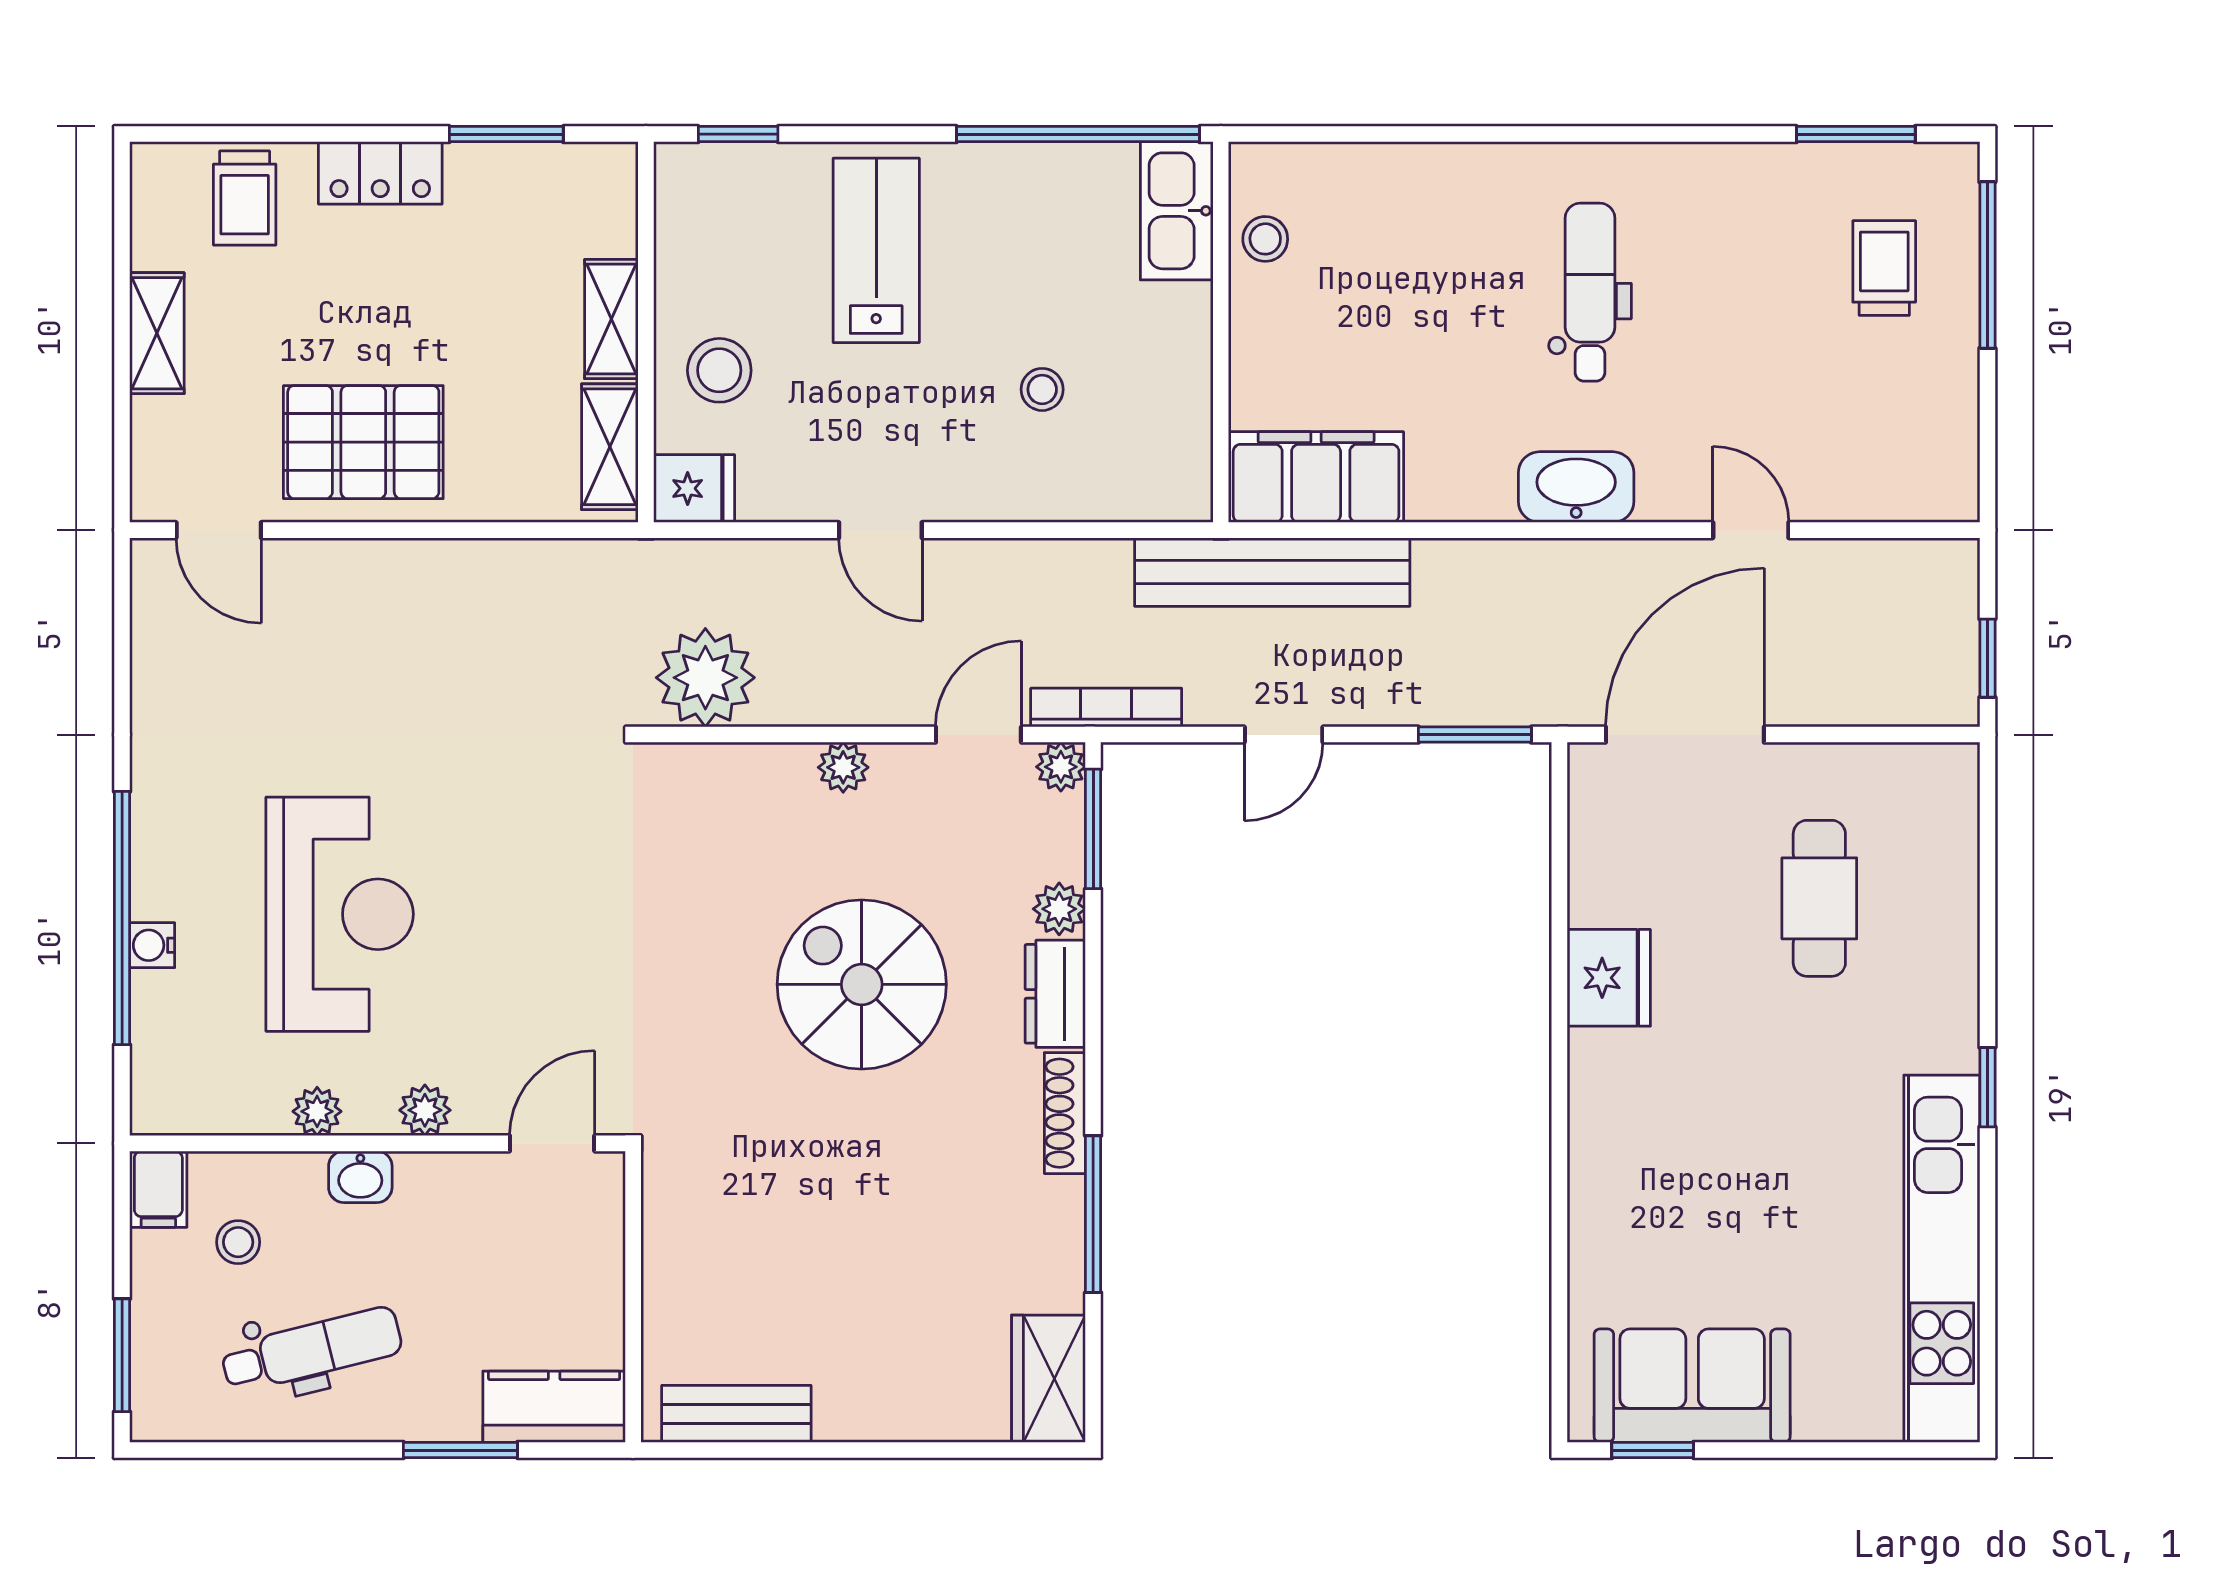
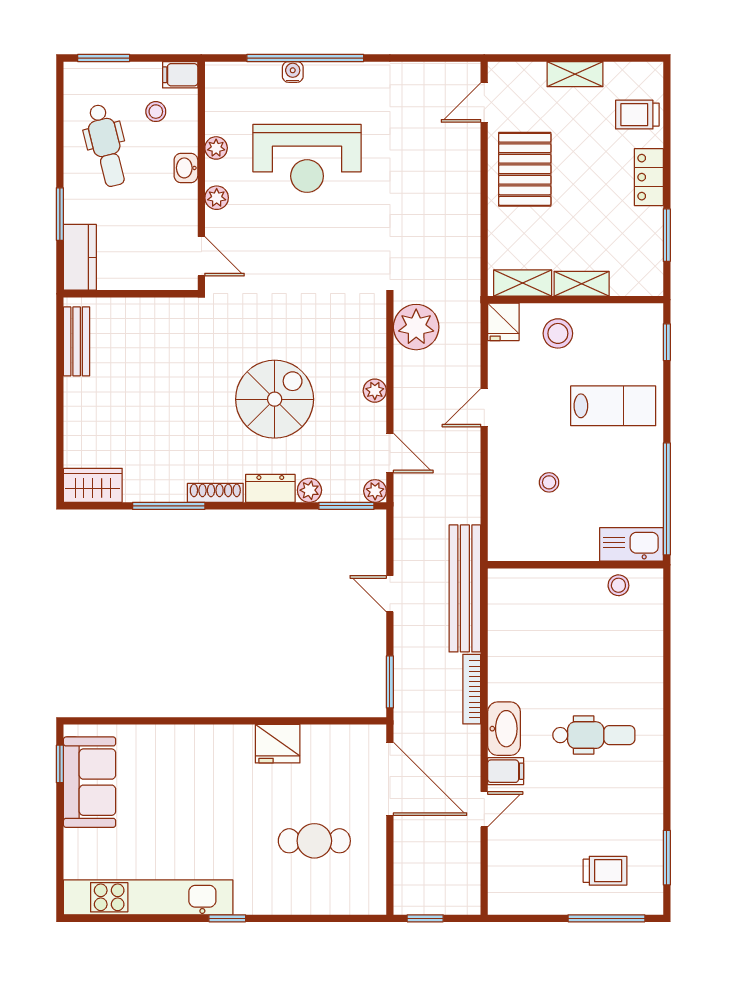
filing cabinet: (1316, 477) -> (506, 771), moved, width x0.33, depth x0.86
bookcase: (1106, 708) -> (472, 689), moved, turned 180

